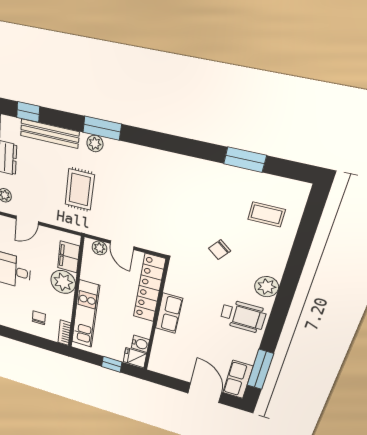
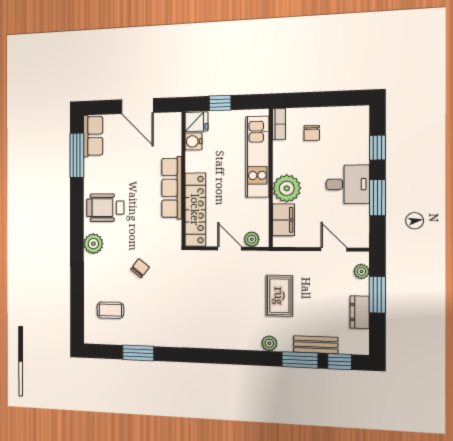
window: (102, 128) -> (300, 360), moved
bench: (50, 134) -> (316, 345), width x0.73
door: (27, 220) -> (334, 249), hinge flipped
row of seats: (169, 313) -> (172, 188), width x1.48
door: (205, 393) -> (137, 106), moved

